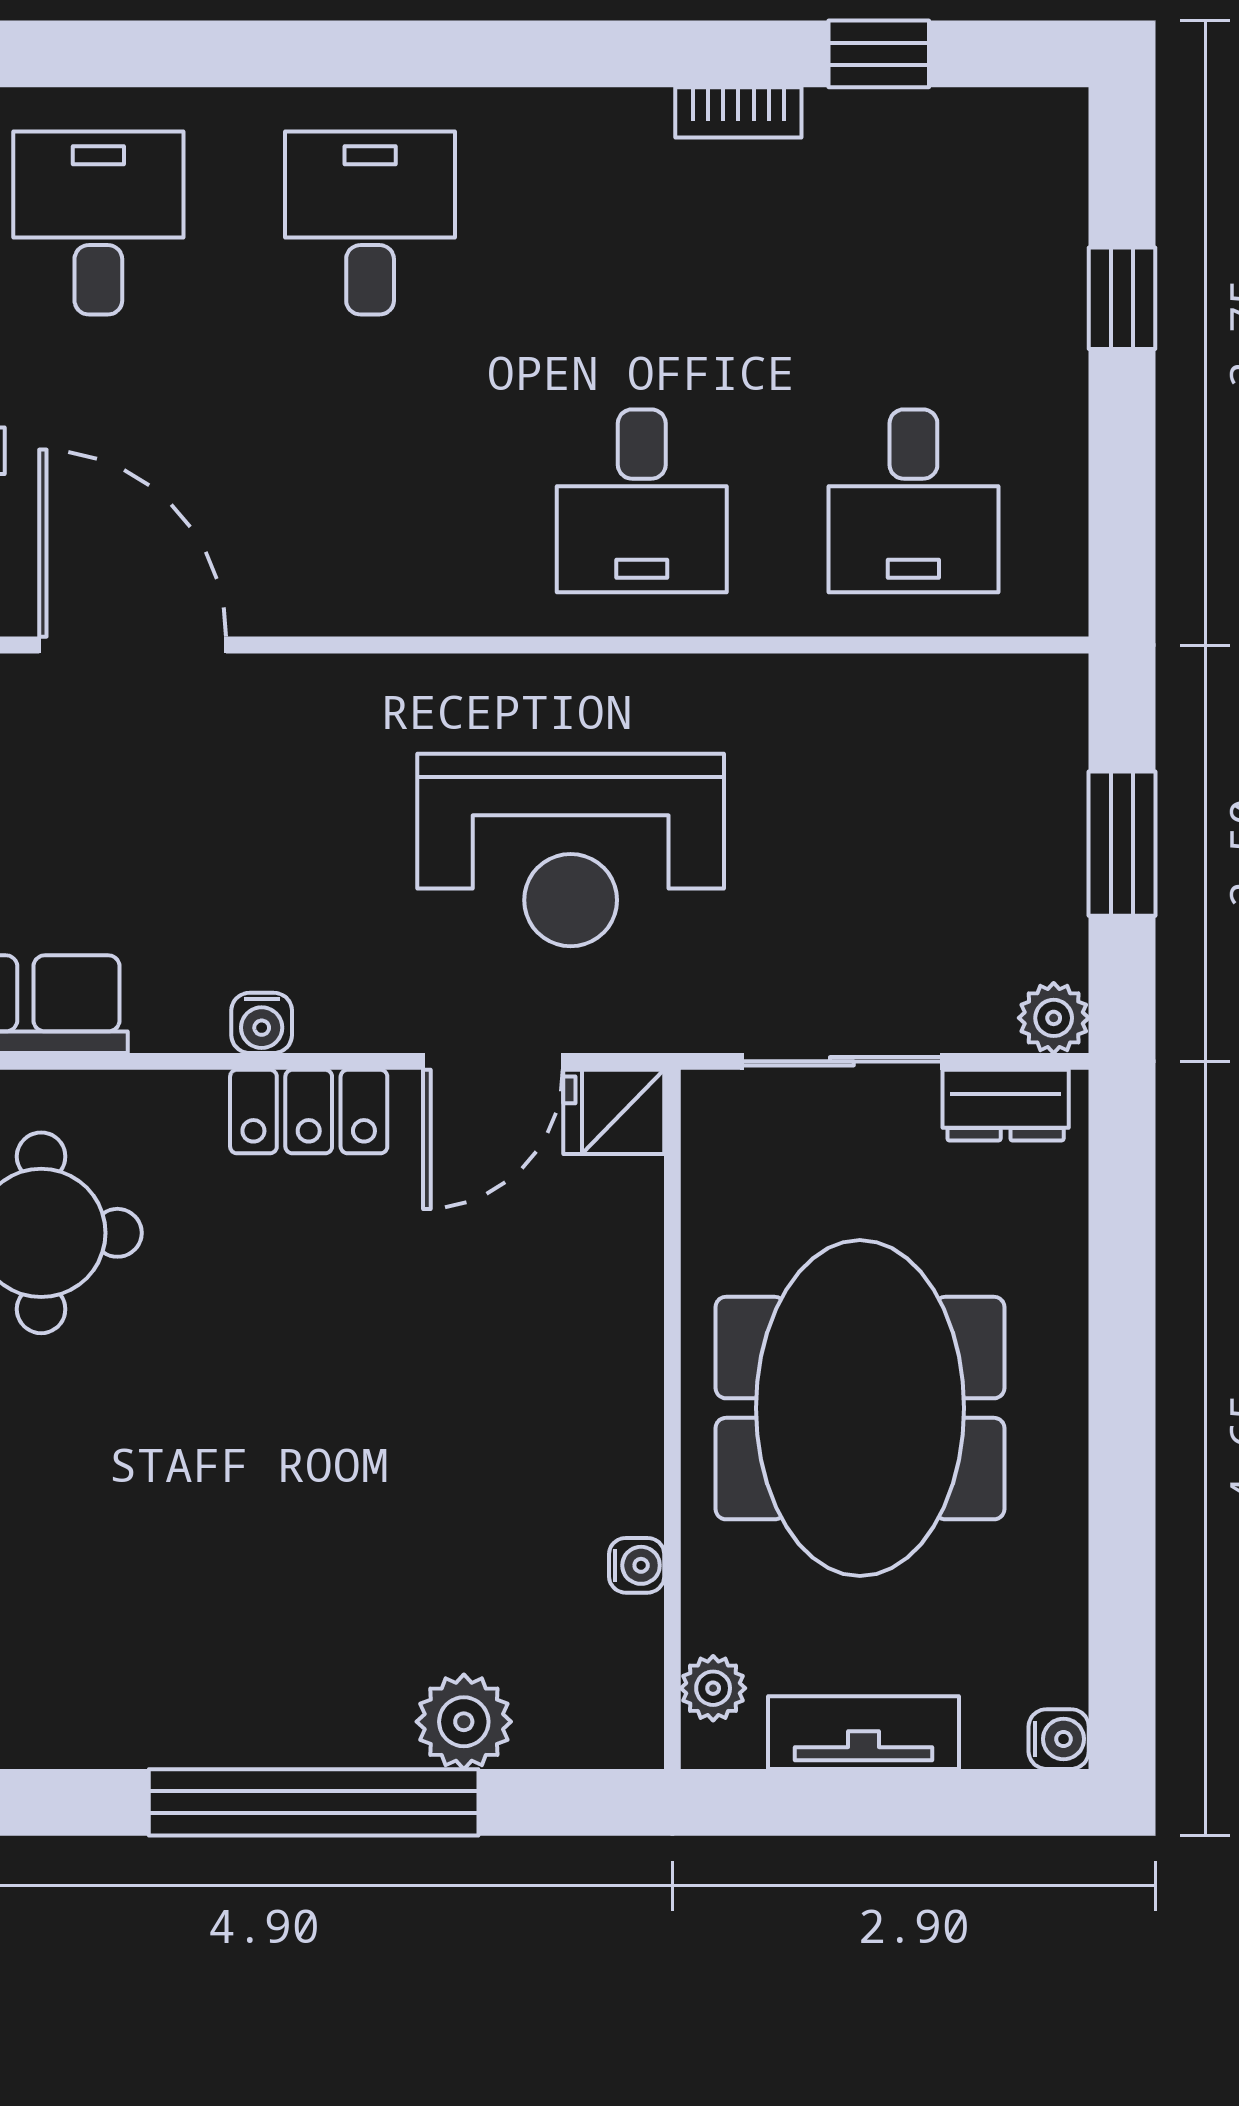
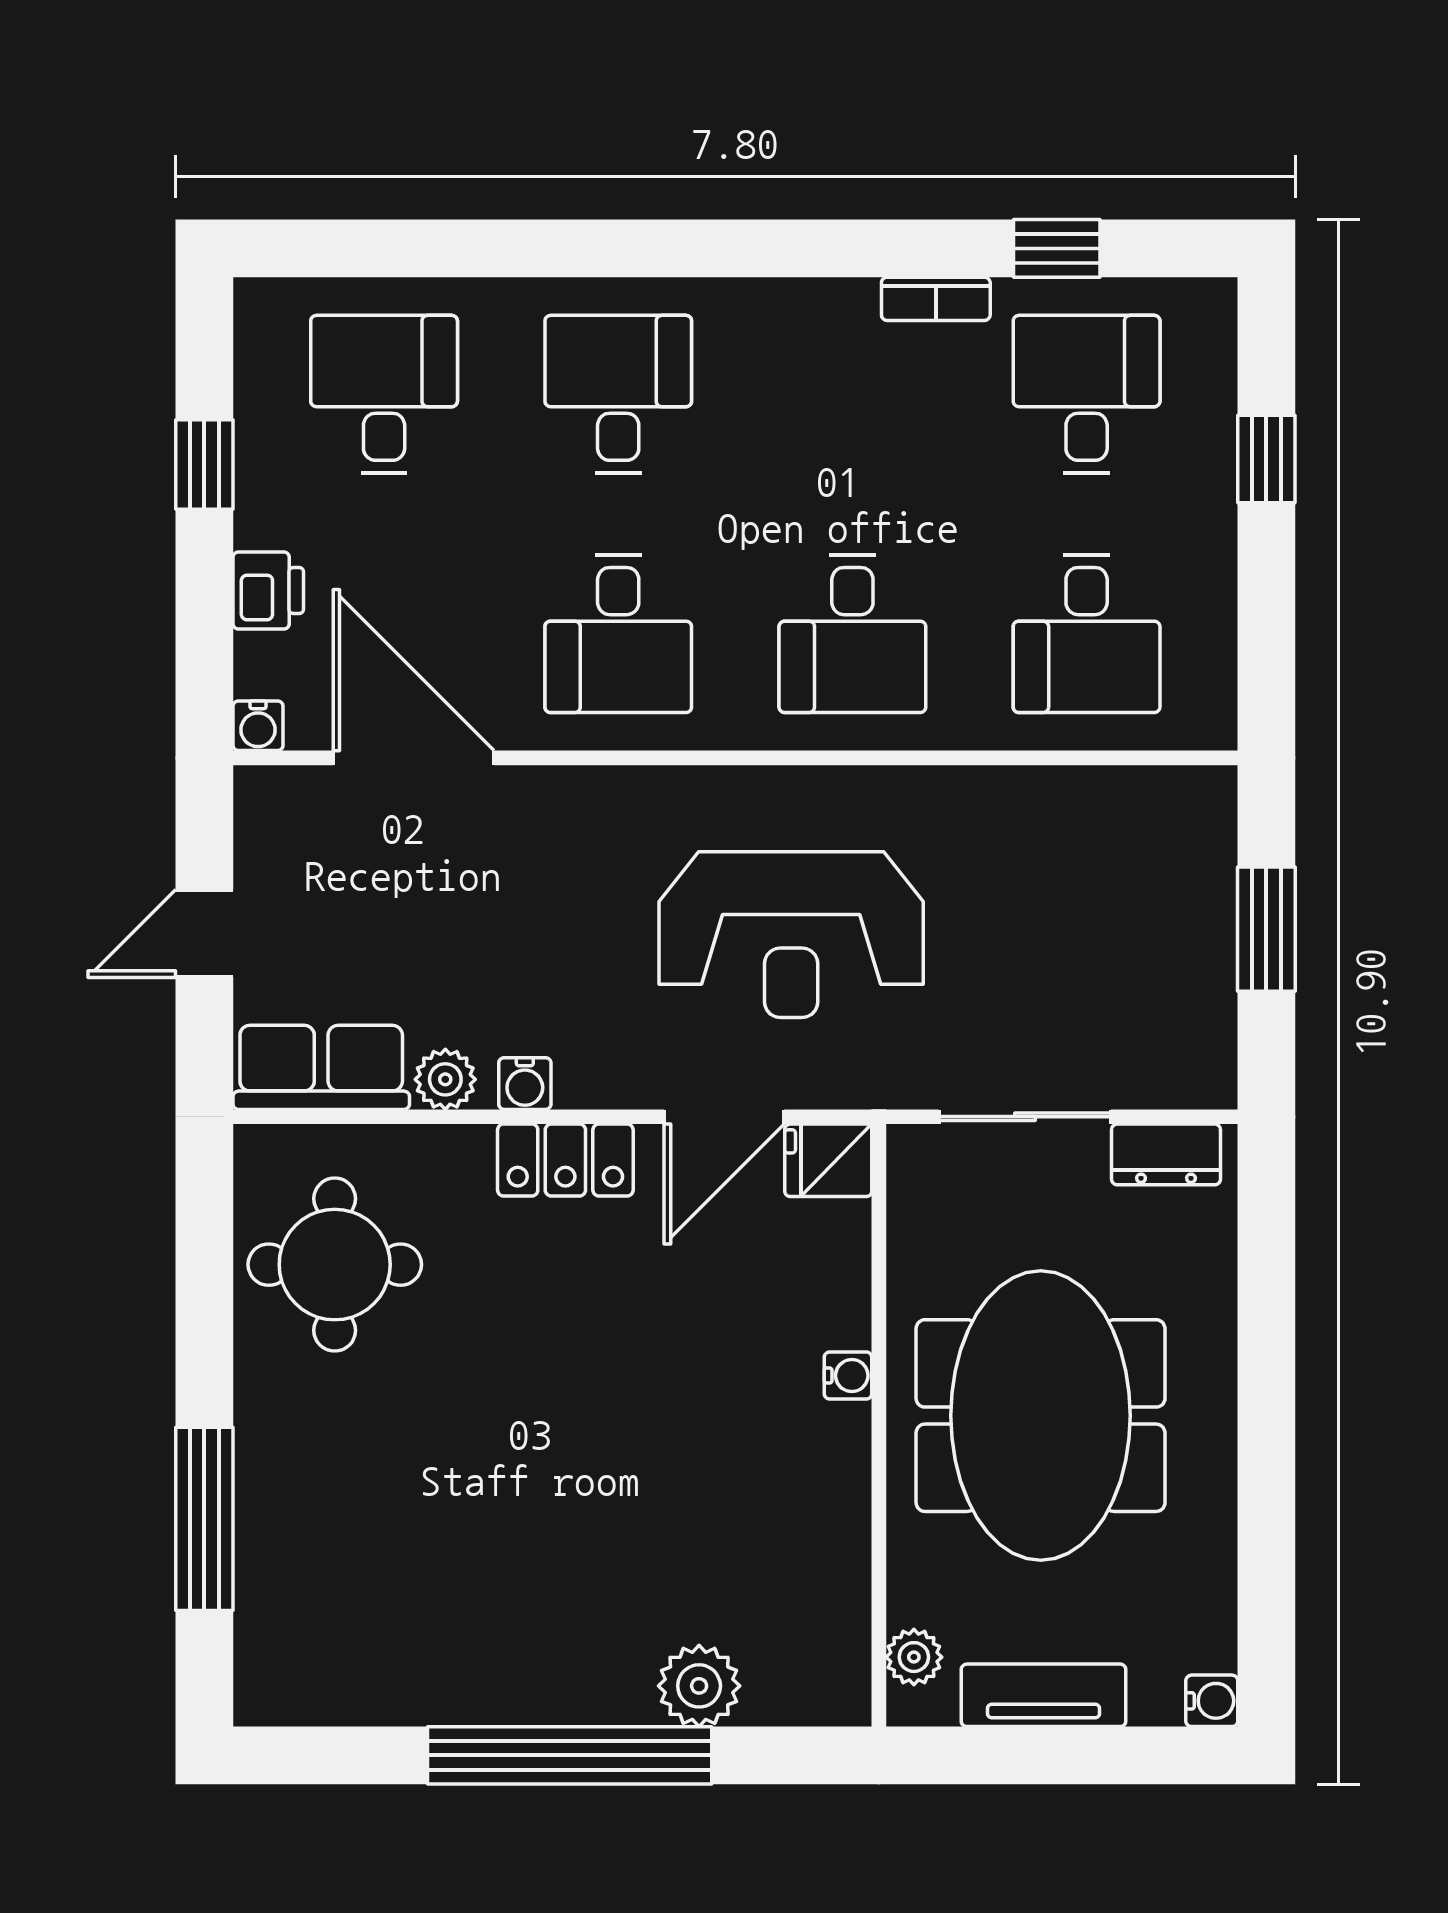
desk: (913, 223) -> (1087, 394), added
desk: (370, 501) -> (618, 634), added
plant: (1054, 1018) -> (445, 1079), moved
water cooler: (637, 1565) -> (848, 1376), moved

